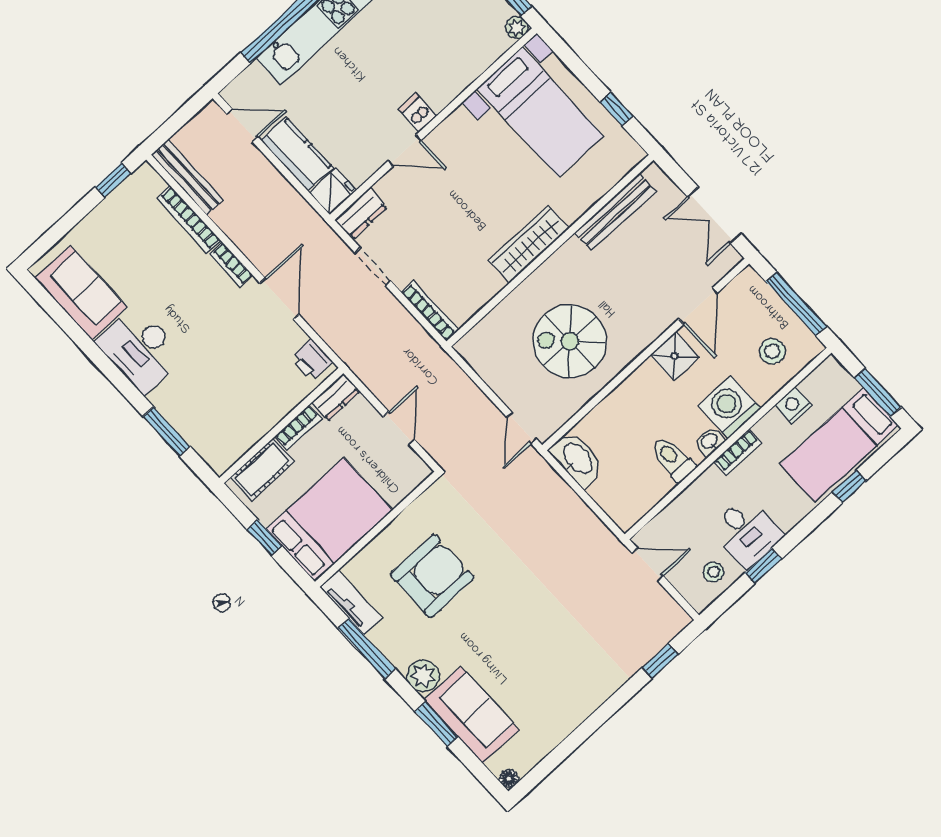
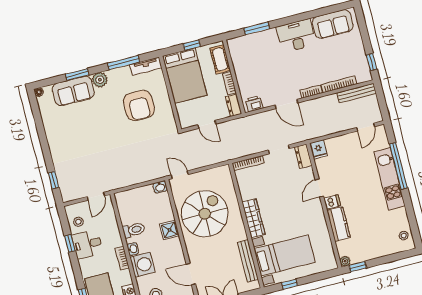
bed with nightstands: (540, 112) -> (285, 255), moved, turned 180
kitchen counter: (297, 154) -> (339, 224), moved, turned -90
spiral stairs: (570, 341) -> (205, 214), width x1.37, depth x1.37
shower: (675, 356) -> (169, 230), moved
washbasin: (577, 459) -> (160, 187), width x0.52, depth x0.69

